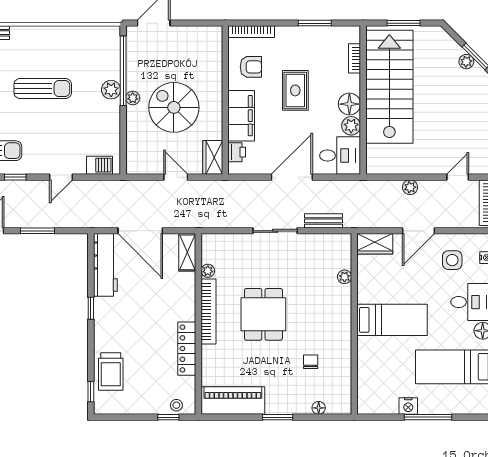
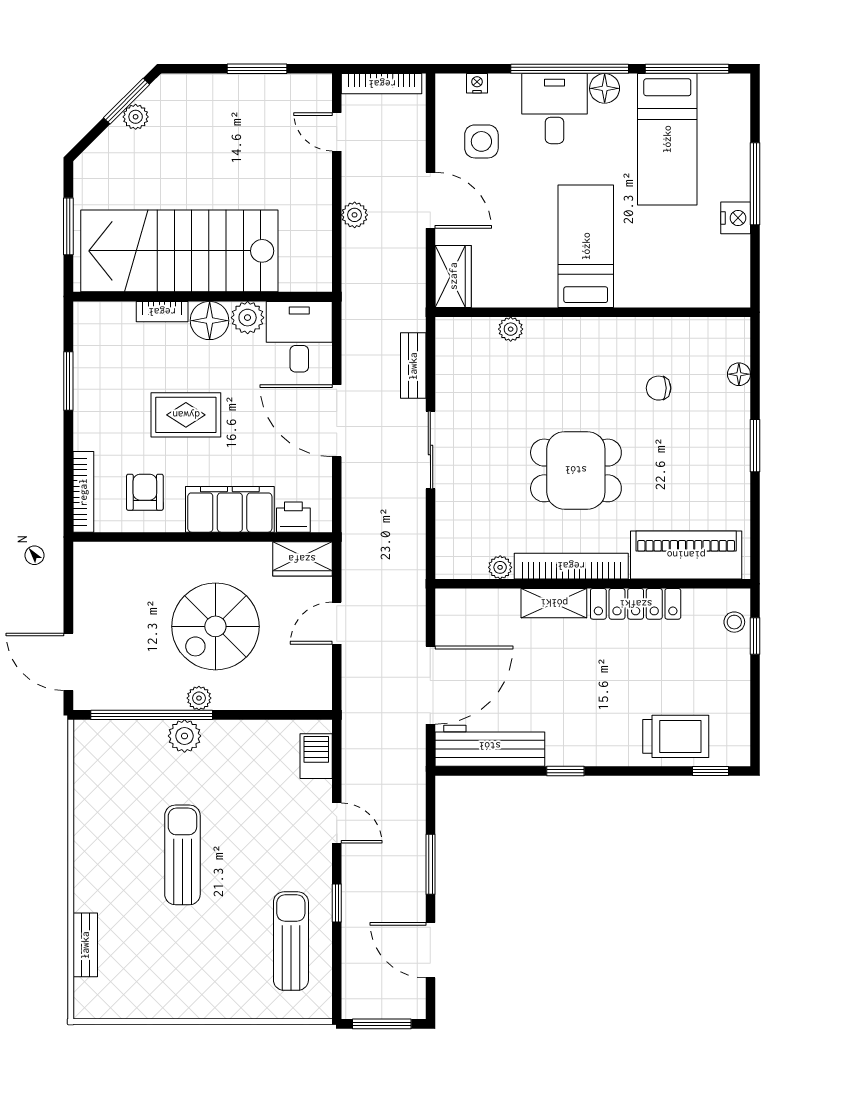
bookcase: (355, 58) -> (162, 312), moved
shelving: (187, 252) -> (554, 603), moved
piano: (233, 401) -> (686, 555), moved, turned 90

